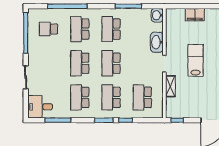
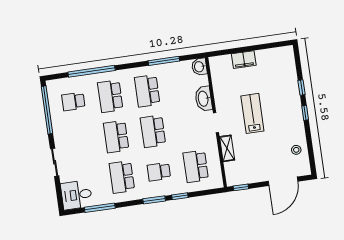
school desk: (111, 97) -> (159, 172), width x0.54

